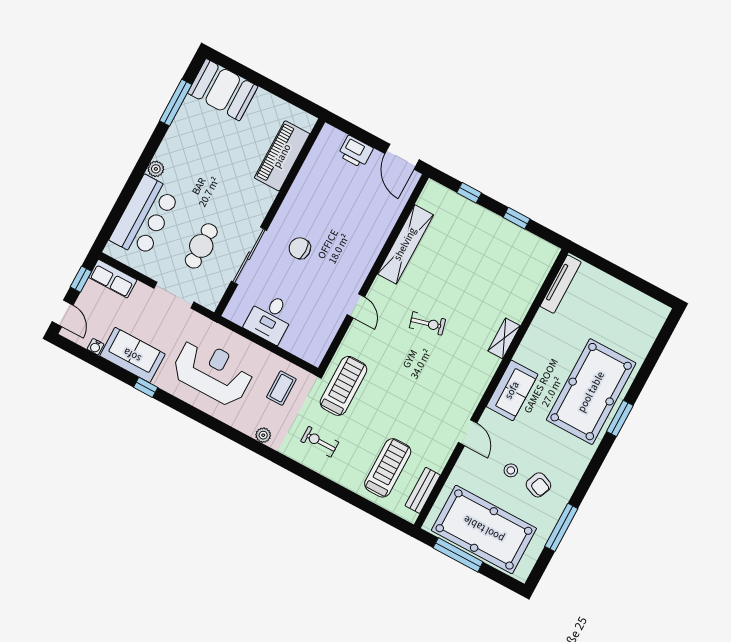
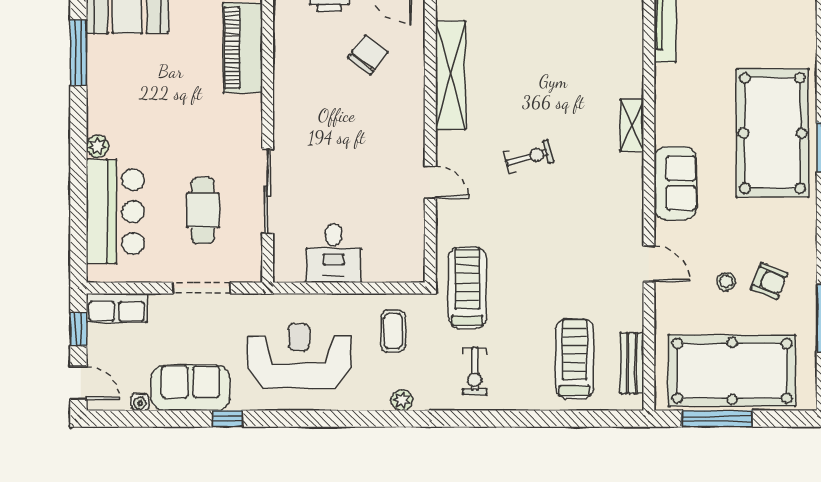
chair: (300, 248) -> (368, 55), moved, turned 127
exercise bike: (320, 442) -> (475, 371), turned -90

